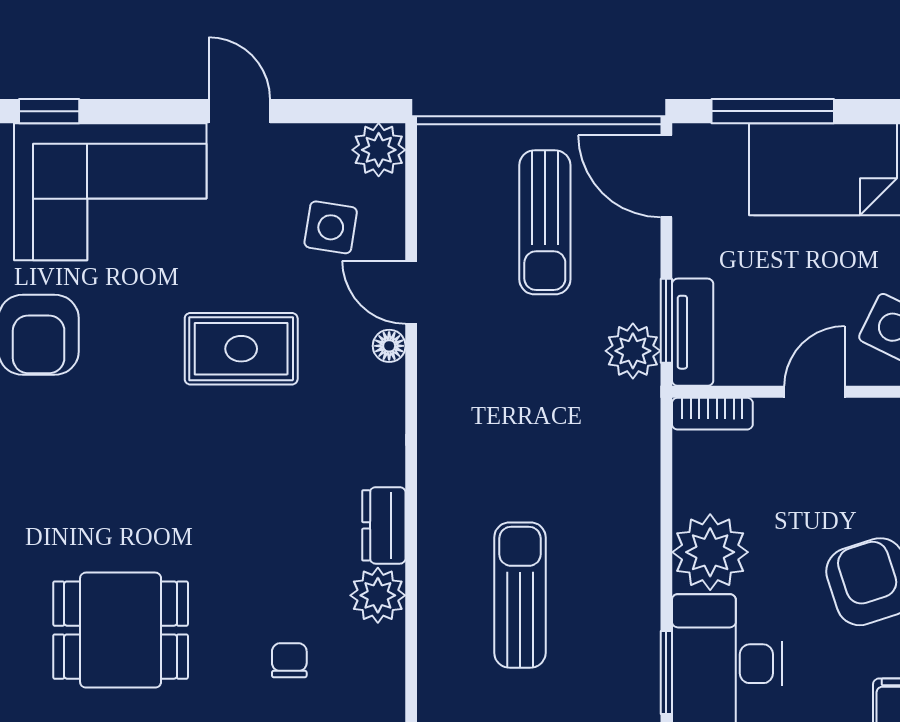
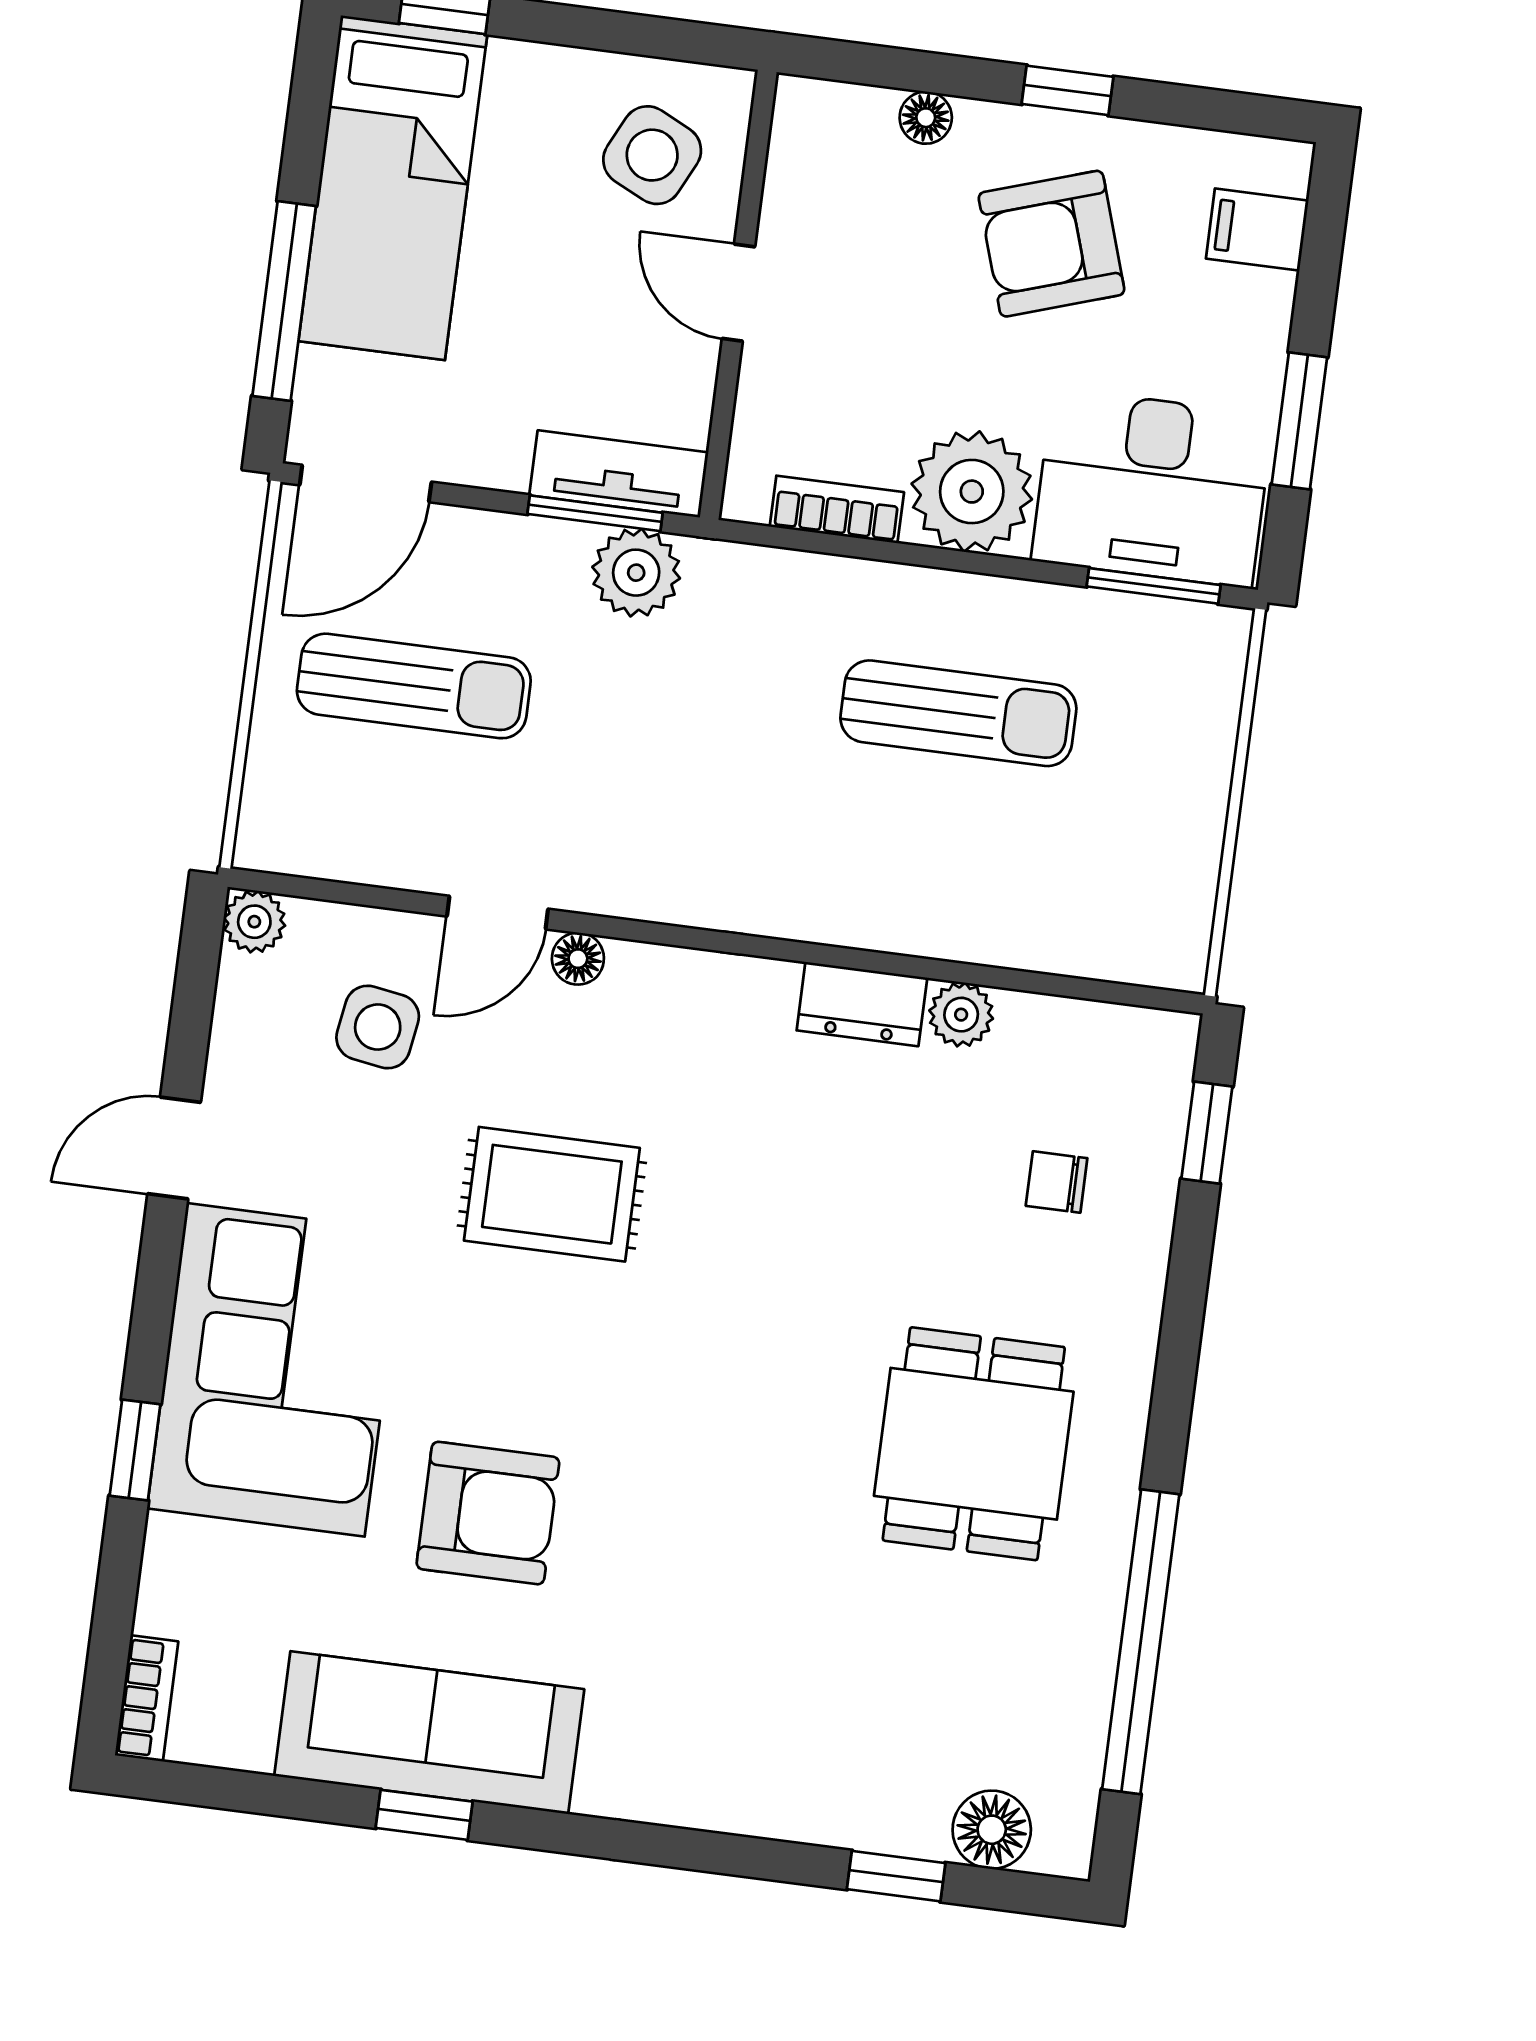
plant: (379, 150) -> (254, 922), width x0.73, depth x0.73
rug: (241, 349) -> (552, 1194), turned 90
bookcase: (712, 414) -> (837, 509), moved, turned -90
plant: (378, 595) -> (961, 1015), width x0.73, depth x0.73
sun lounger: (520, 595) -> (958, 713), moved, turned 180

